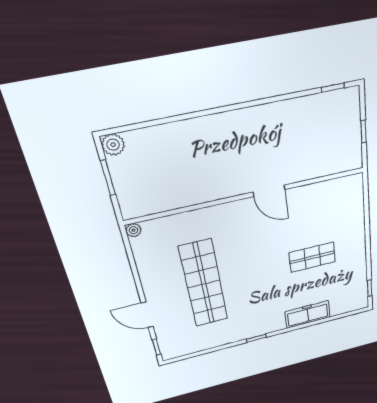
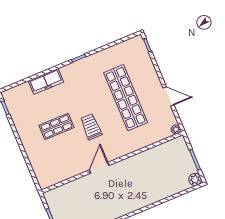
door: (269, 191) -> (99, 168), hinge flipped
trolley: (264, 251) -> (91, 127), added
door: (147, 315) -> (169, 96), moved

